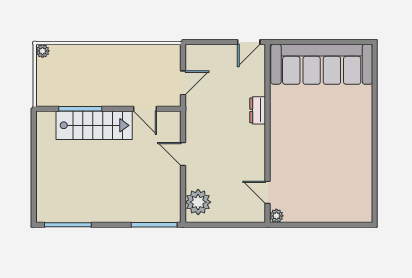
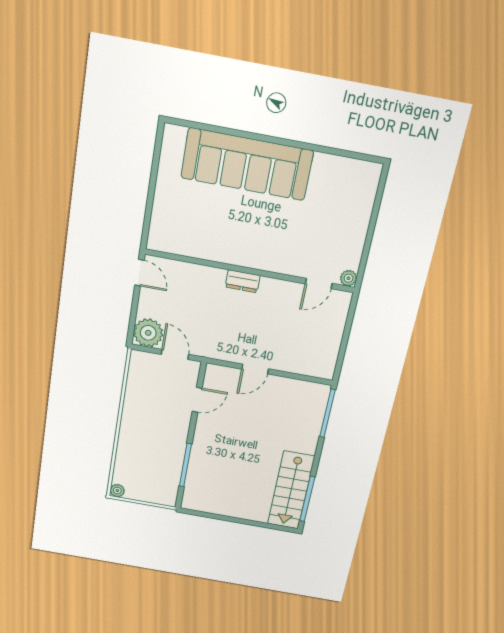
sofa: (322, 64) -> (247, 164), moved, turned 90
dresser: (258, 110) -> (243, 281), moved
stairs: (94, 125) -> (291, 490), moved, turned 180
plant: (198, 202) -> (148, 333), moved

